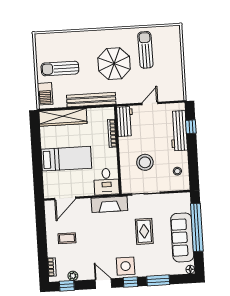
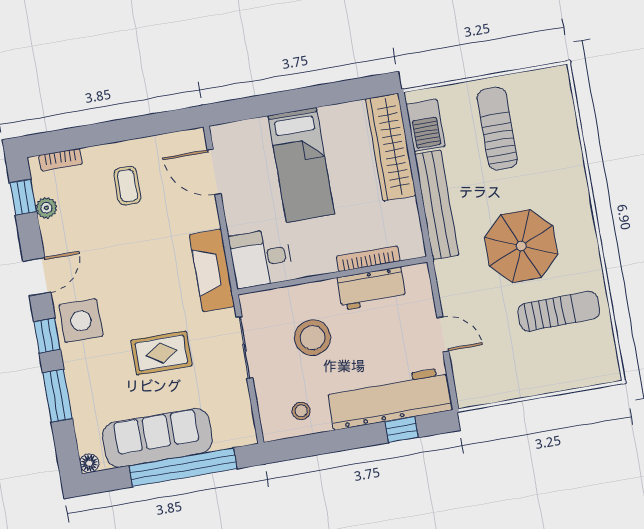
barbecue: (45, 94) -> (425, 126), moved, turned -90
workbench: (125, 121) -> (372, 289), moved
workbench: (179, 131) -> (389, 399), width x1.36, depth x1.32

